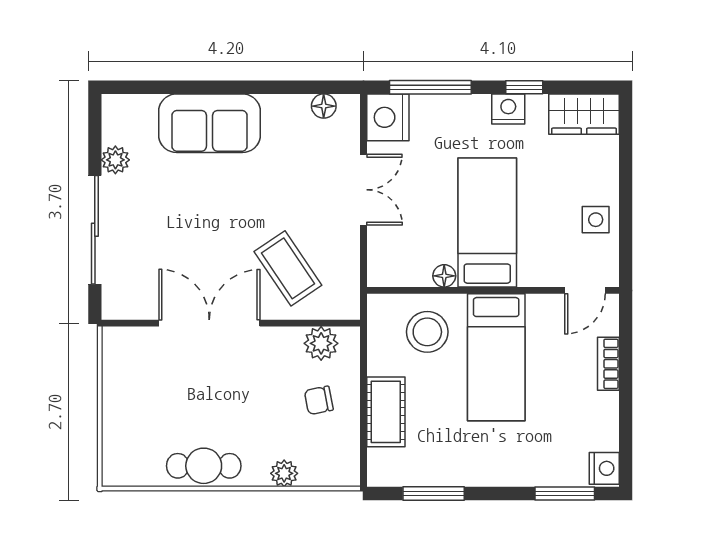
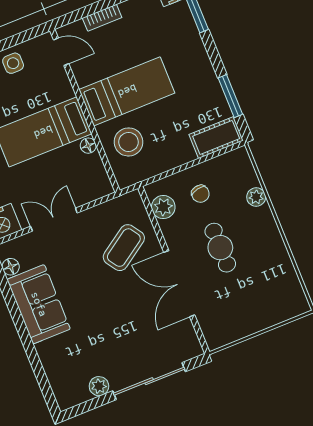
sofa: (210, 123) -> (39, 304), moved
cot: (386, 412) -> (216, 137), moved
cafe table: (204, 466) -> (220, 248), moved

